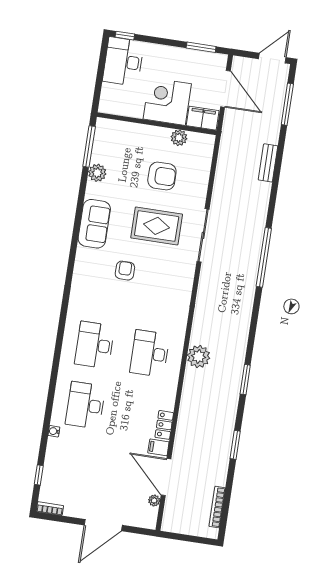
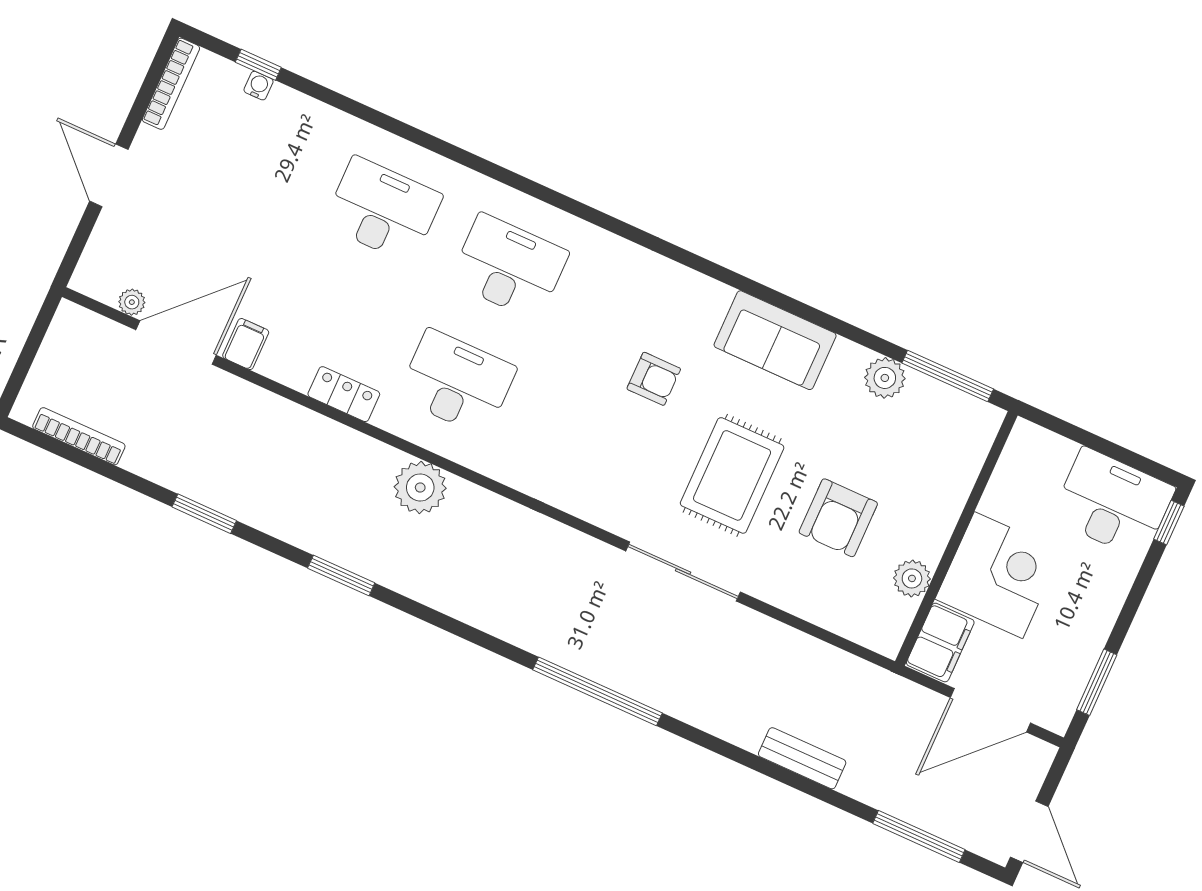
locker: (164, 425) -> (344, 394), moved
water cooler: (54, 431) -> (259, 86), moved
bookcase: (50, 509) -> (171, 84), width x1.56
door: (103, 525) -> (109, 175), width x0.73

